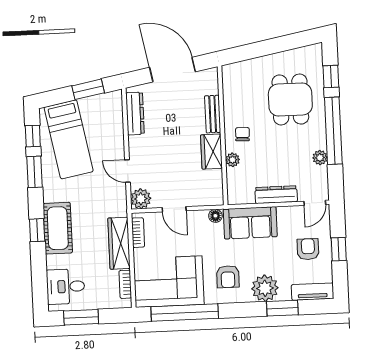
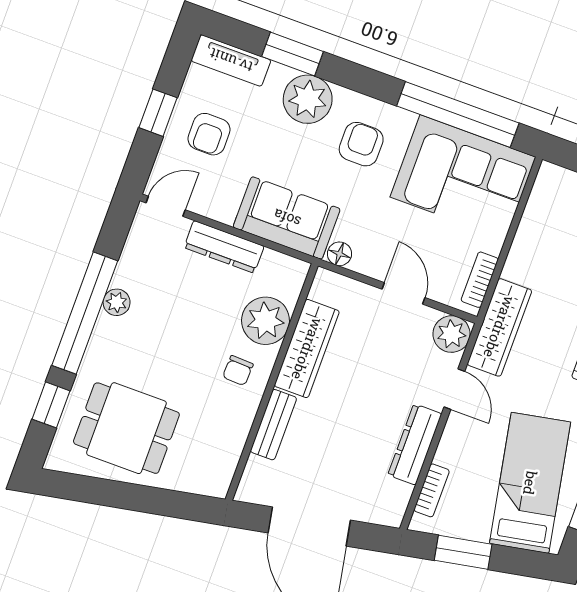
dining table: (290, 100) -> (126, 428), moved, turned 90
dresser: (135, 113) -> (415, 444), moved
wardrobe: (211, 152) -> (307, 349), width x1.50
plant: (320, 158) -> (117, 302), moved
plant: (233, 160) -> (266, 321), width x1.88, depth x1.88
wardrobe: (119, 243) -> (499, 327), moved
bookcase: (125, 284) -> (432, 490), moved

